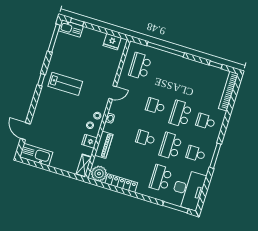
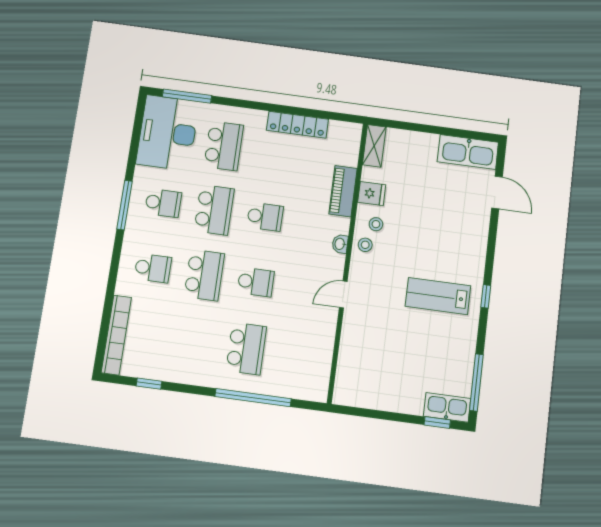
fridge: (112, 42) -> (362, 395), removed
school desk: (140, 66) -> (246, 349), moved
plant: (99, 174) -> (343, 136), removed

